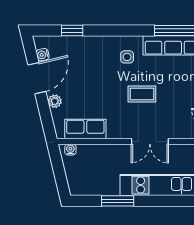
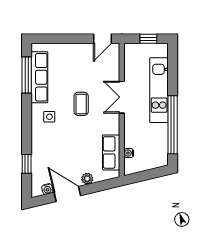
double door: (150, 142) -> (122, 97), swing flipped
water cooler: (70, 150) -> (129, 153), moved
window: (118, 201) -> (173, 125), width x2.11

